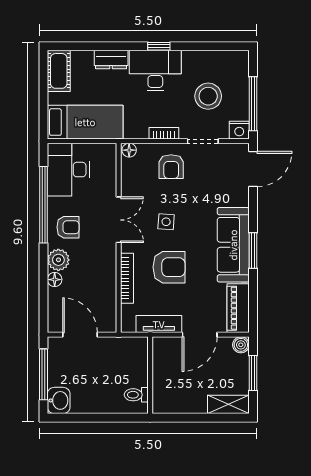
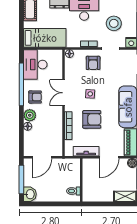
double door: (119, 220) -> (64, 93), swing flipped
door: (80, 335) -> (42, 157), swing flipped

